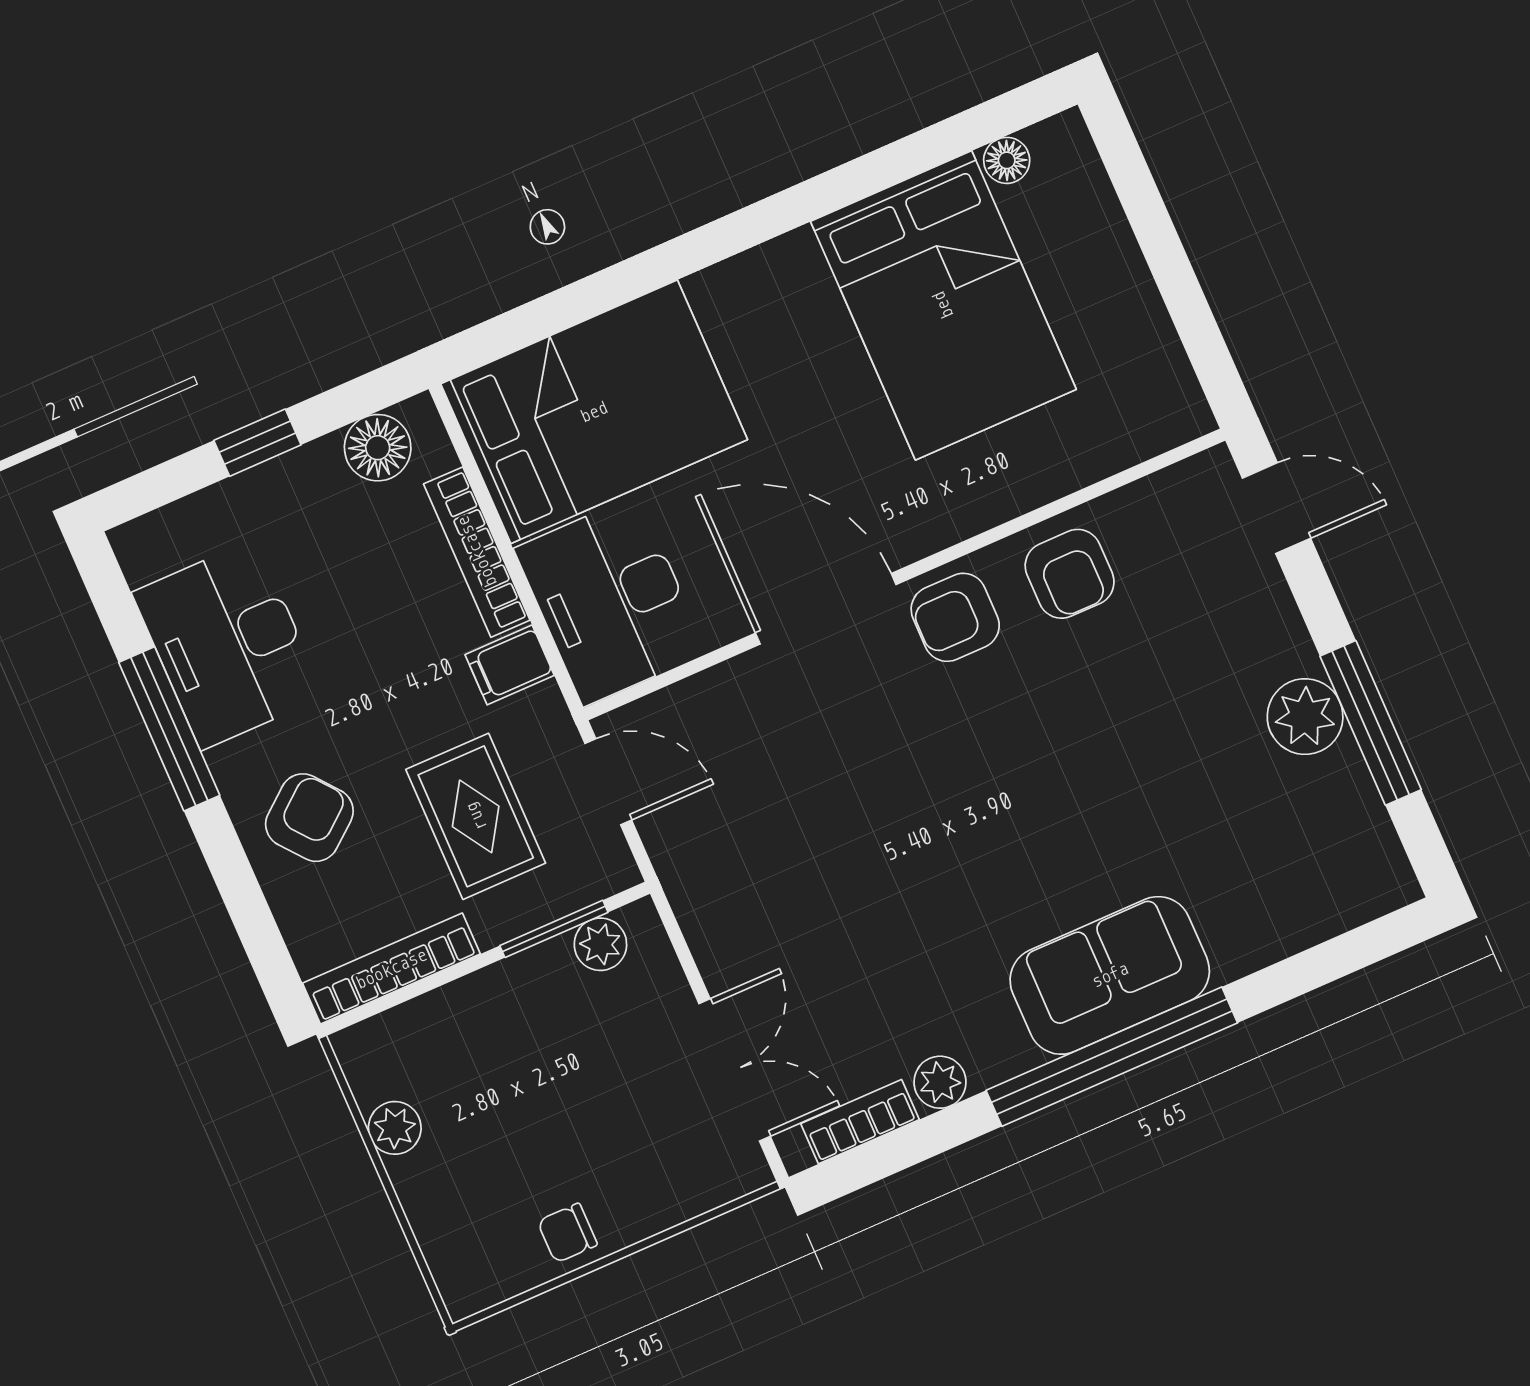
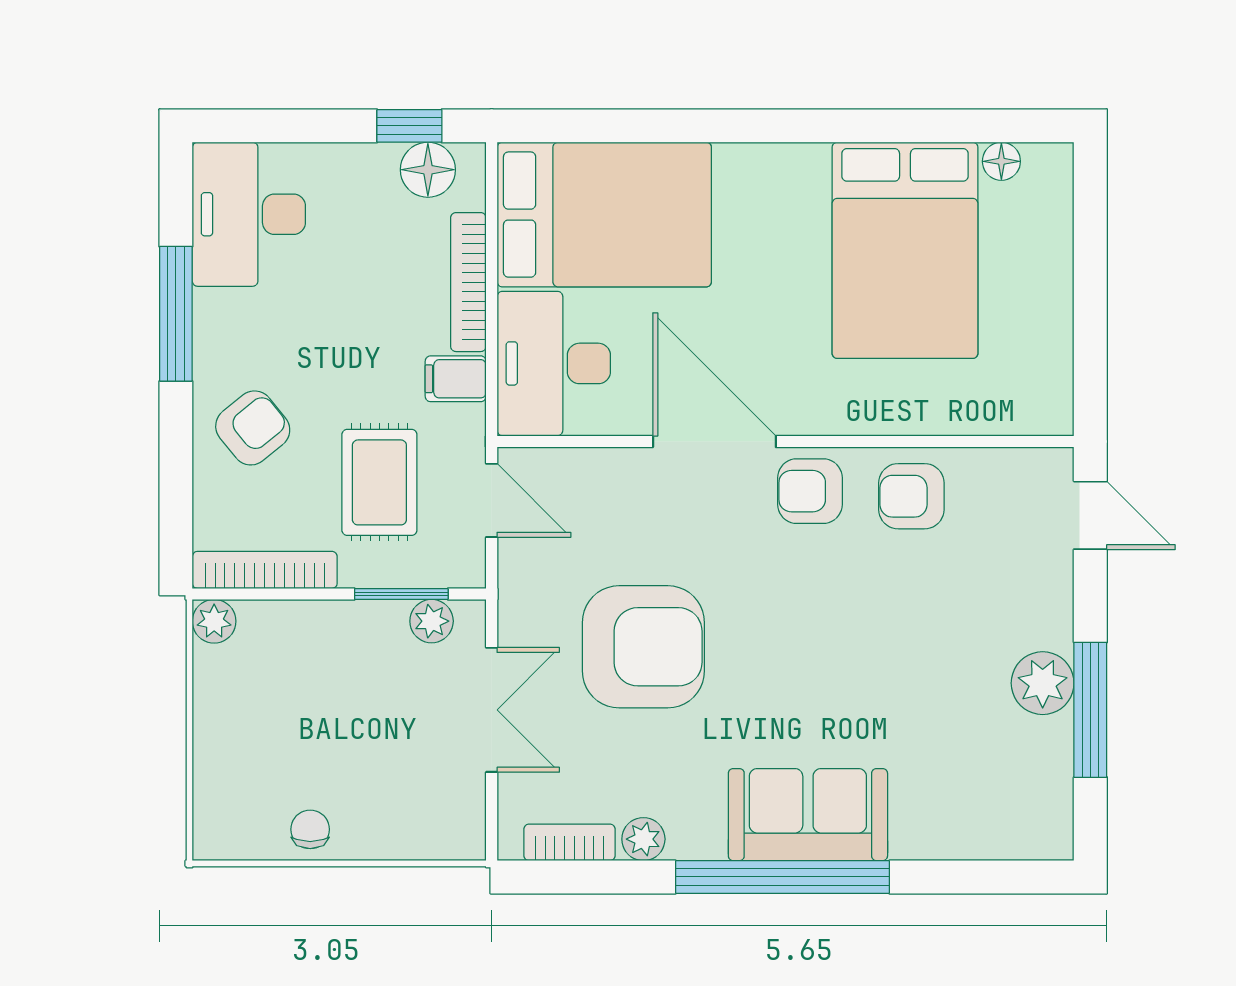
window: (257, 443) -> (409, 126), moved
armchair: (1070, 574) -> (911, 496), turned 90
desk: (228, 644) -> (249, 214), moved
armchair: (847, 870) -> (643, 647), added
double door: (735, 1070) -> (492, 710), moved
plant: (395, 1128) -> (214, 621), moved
chair: (567, 1233) -> (310, 829), turned 90

